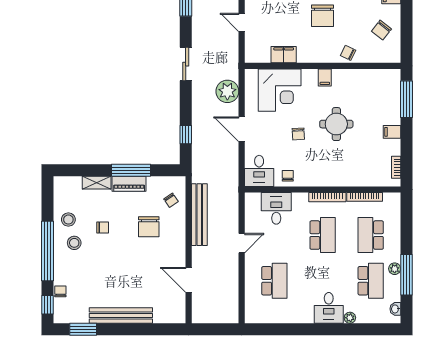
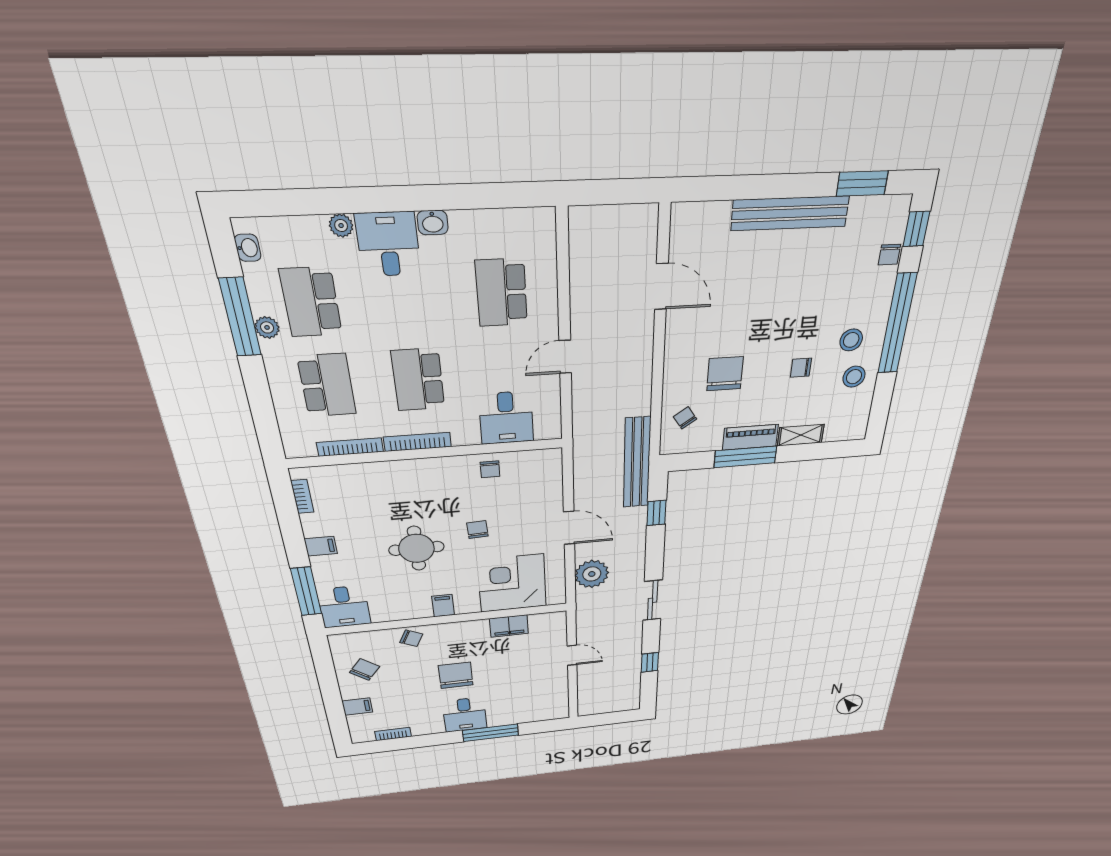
desk: (259, 171) -> (344, 607), moved, turned 180
bench: (199, 215) -> (637, 463), moved
washbasin: (306, 318) -> (433, 223), added

